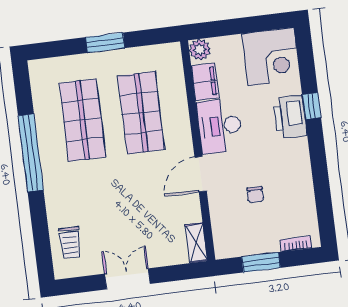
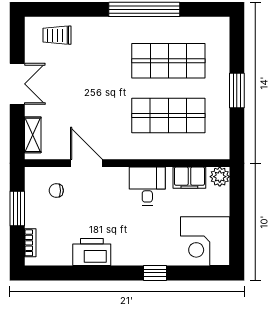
printer: (290, 117) -> (92, 252), moved
desk: (220, 126) -> (147, 186), width x0.73
door: (201, 174) -> (86, 163), moved
chair: (255, 195) -> (56, 191), moved
shelving: (196, 243) -> (33, 135), moved, turned 90

